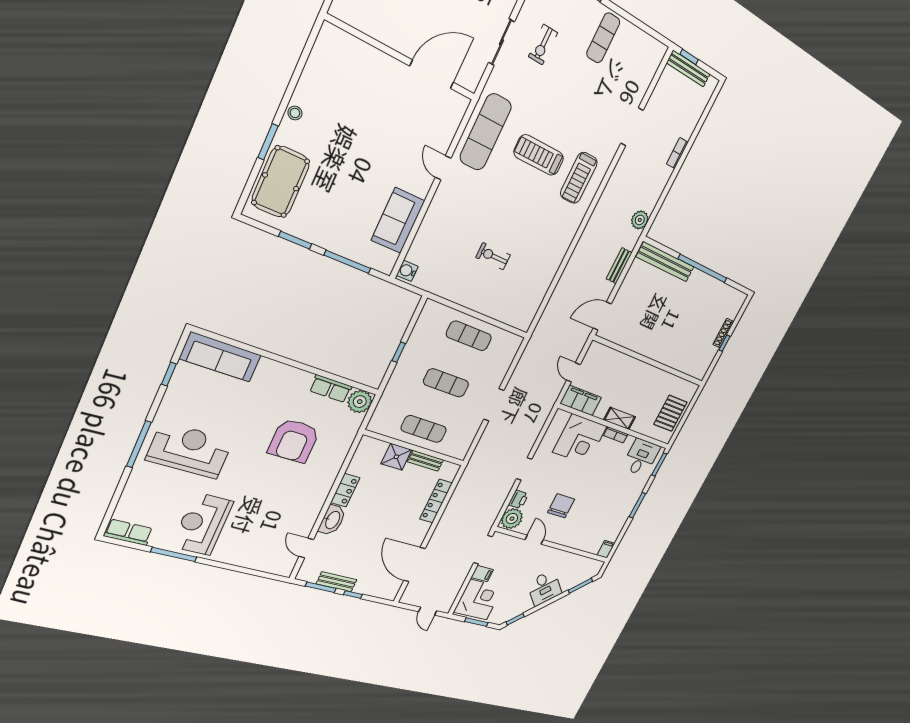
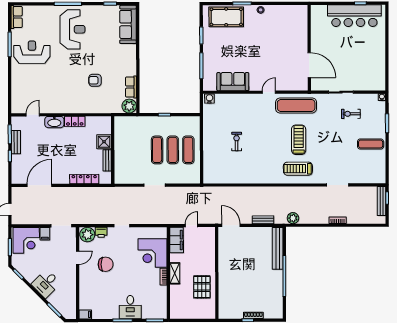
pallet: (670, 413) -> (202, 287), moved, turned 90
exercise mat: (424, 429) -> (173, 150), moved
armchair: (294, 441) -> (95, 80), width x0.53, depth x0.53
desk: (641, 457) -> (130, 307), moved, turned 90

